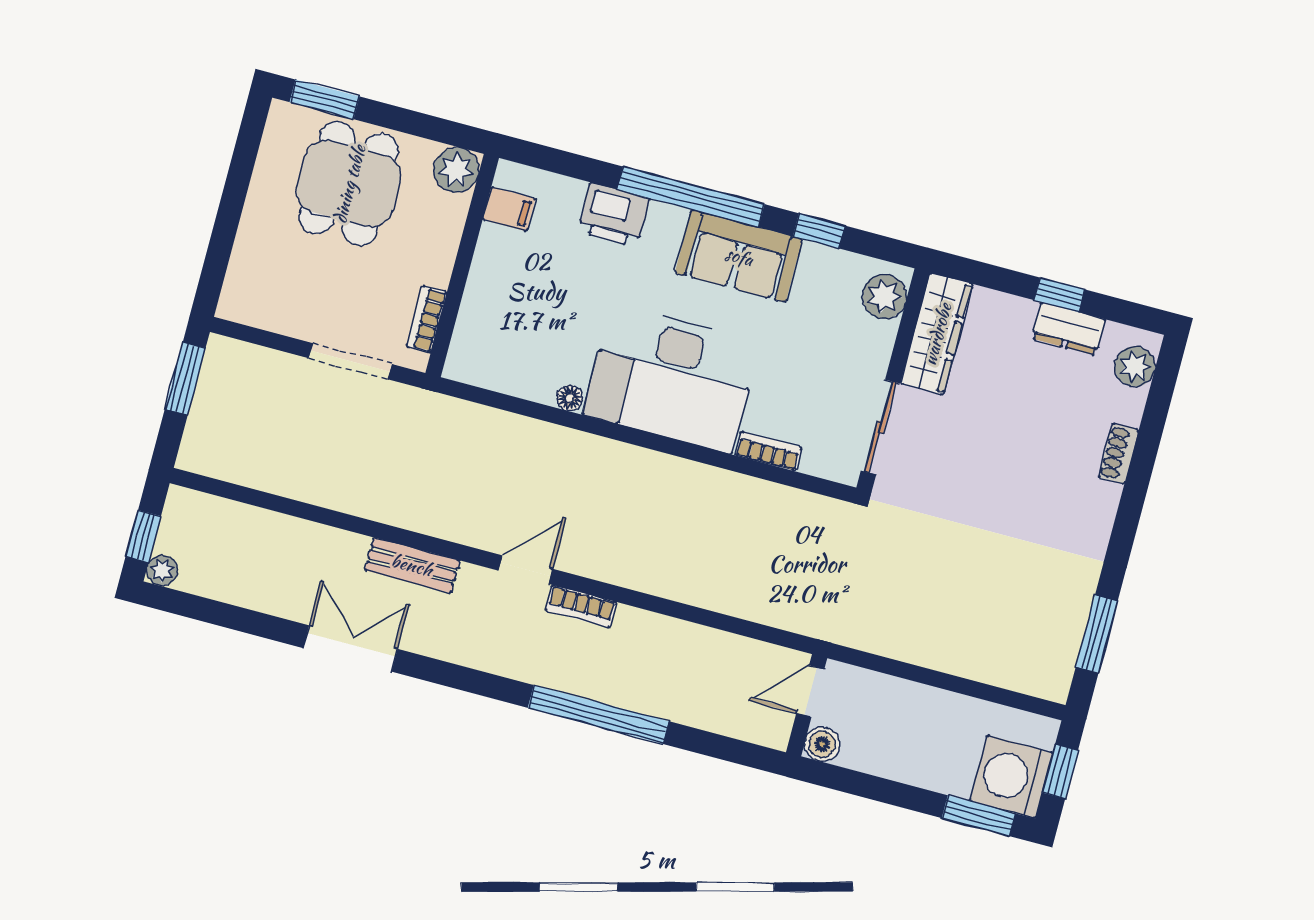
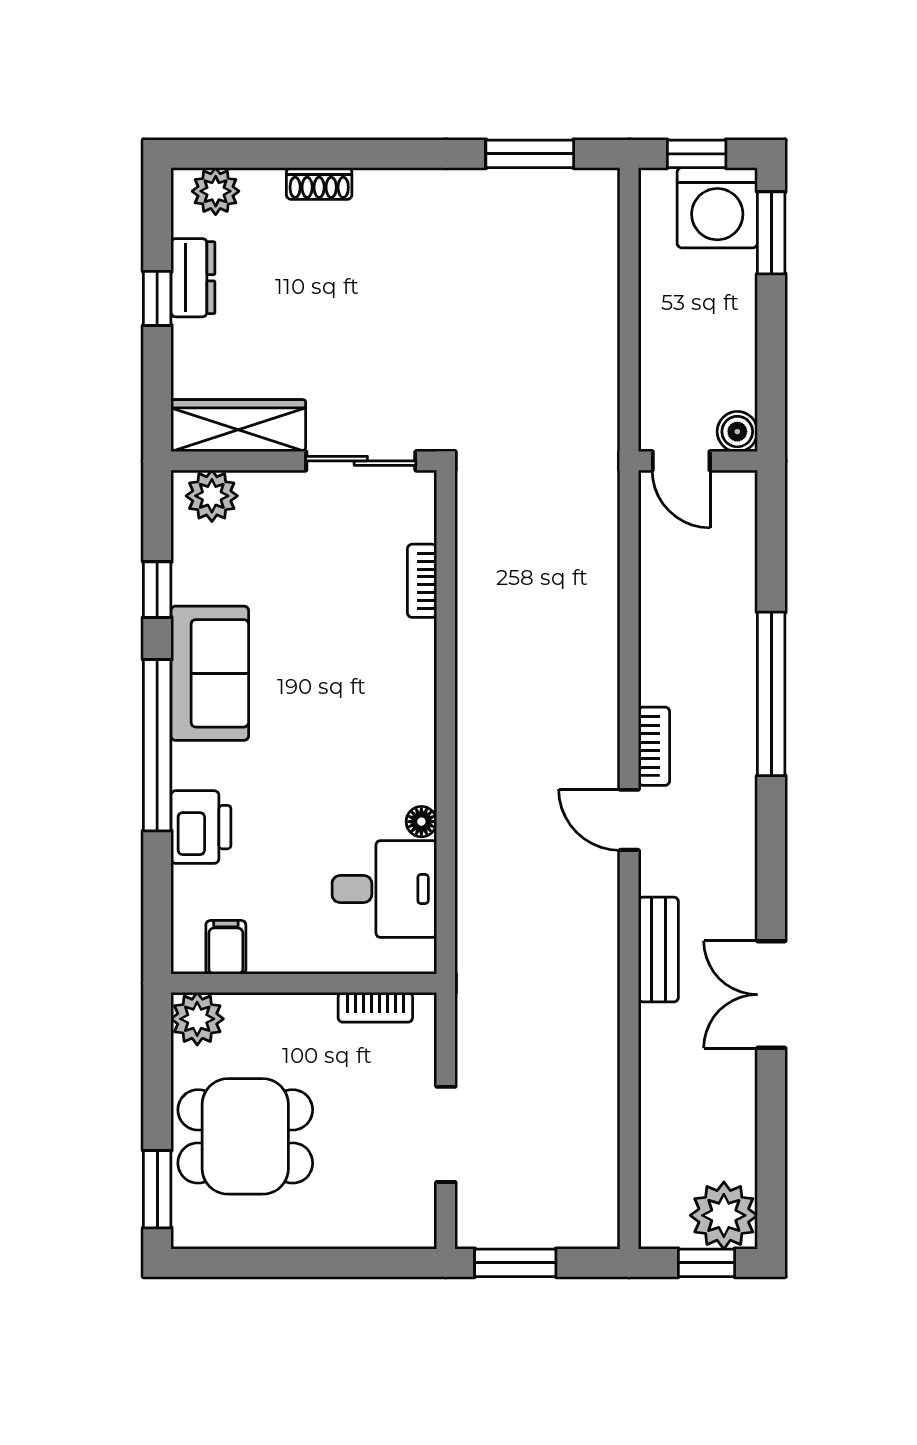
doorway: (350, 361) -> (446, 1134), moved
desk: (672, 379) -> (384, 889), moved, width x0.53, depth x0.77
plant: (162, 570) -> (724, 1215), width x1.88, depth x1.88

